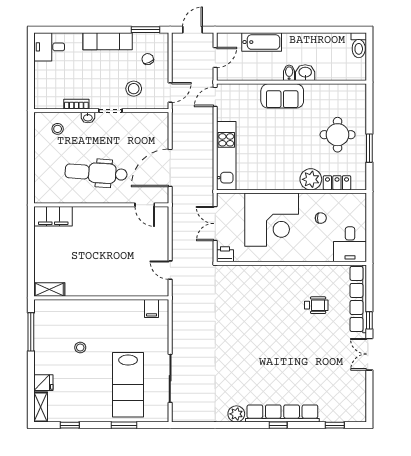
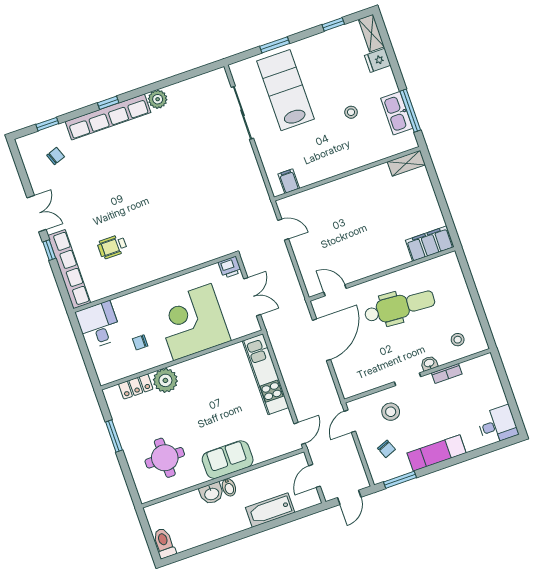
round table: (338, 135) -> (165, 458), moved
kitchen sink: (43, 334) -> (397, 113), added
chair: (337, 396) -> (56, 156), added

